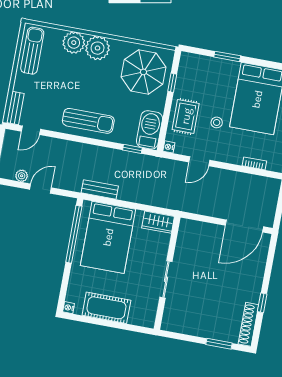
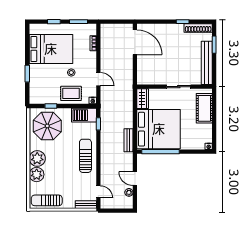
bed: (108, 237) -> (159, 129), width x1.36
cot: (106, 308) -> (204, 108), moved
bench: (194, 328) -> (207, 63), added

